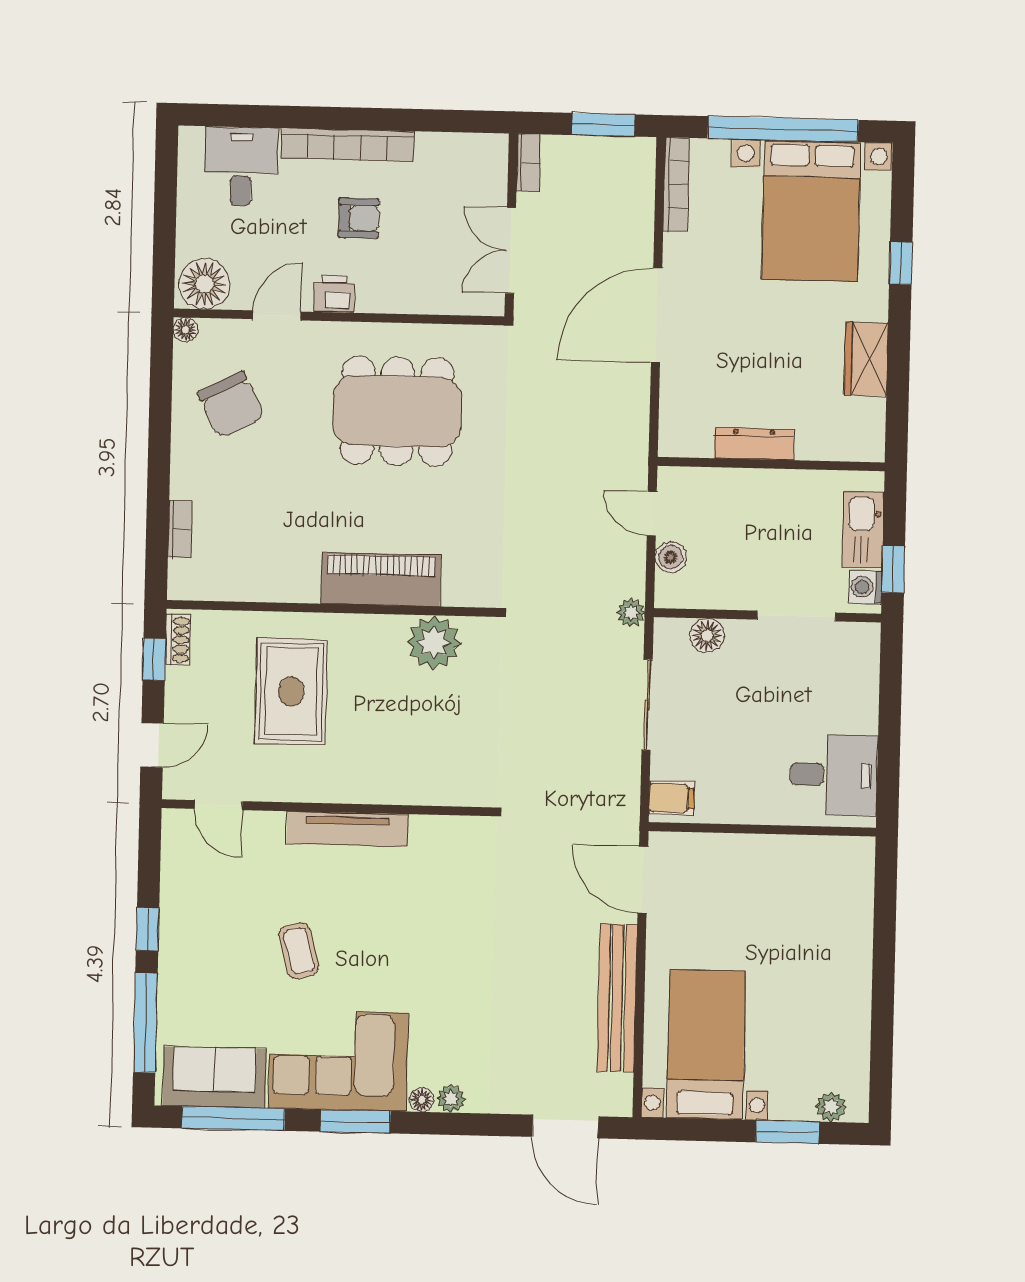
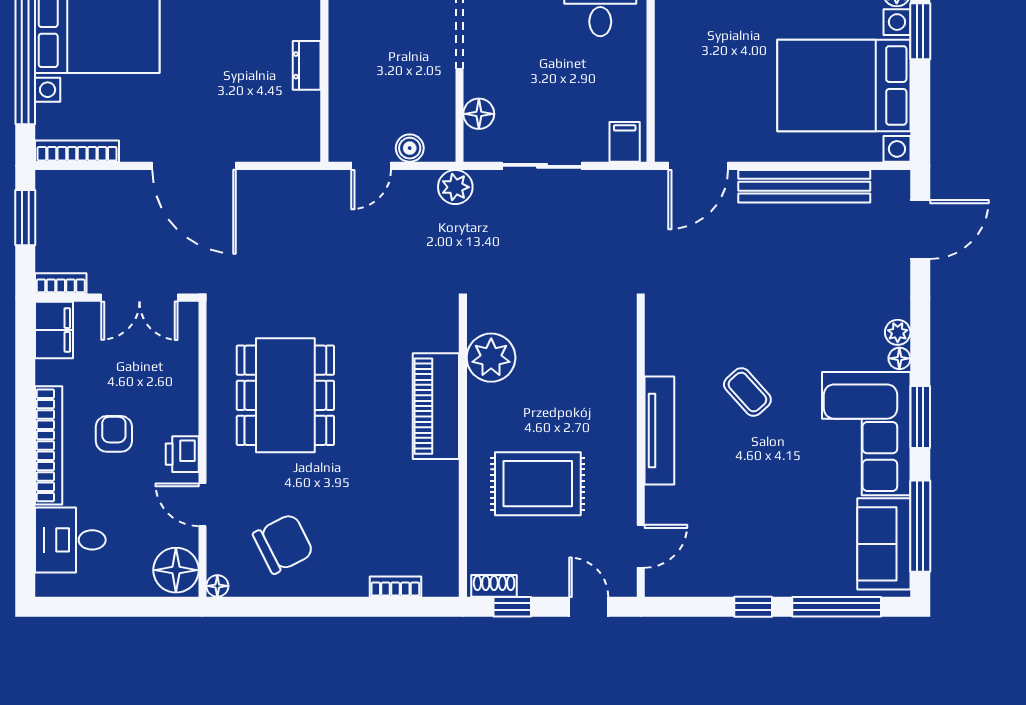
filing cabinet: (477, 154) -> (54, 330), added
dresser: (754, 444) -> (307, 65), width x0.70
plant: (631, 613) -> (455, 187), width x1.38, depth x1.38
coffee table: (299, 951) -> (747, 392), moved, turned 63
bed with nightstands: (706, 1044) -> (844, 85), width x1.36

